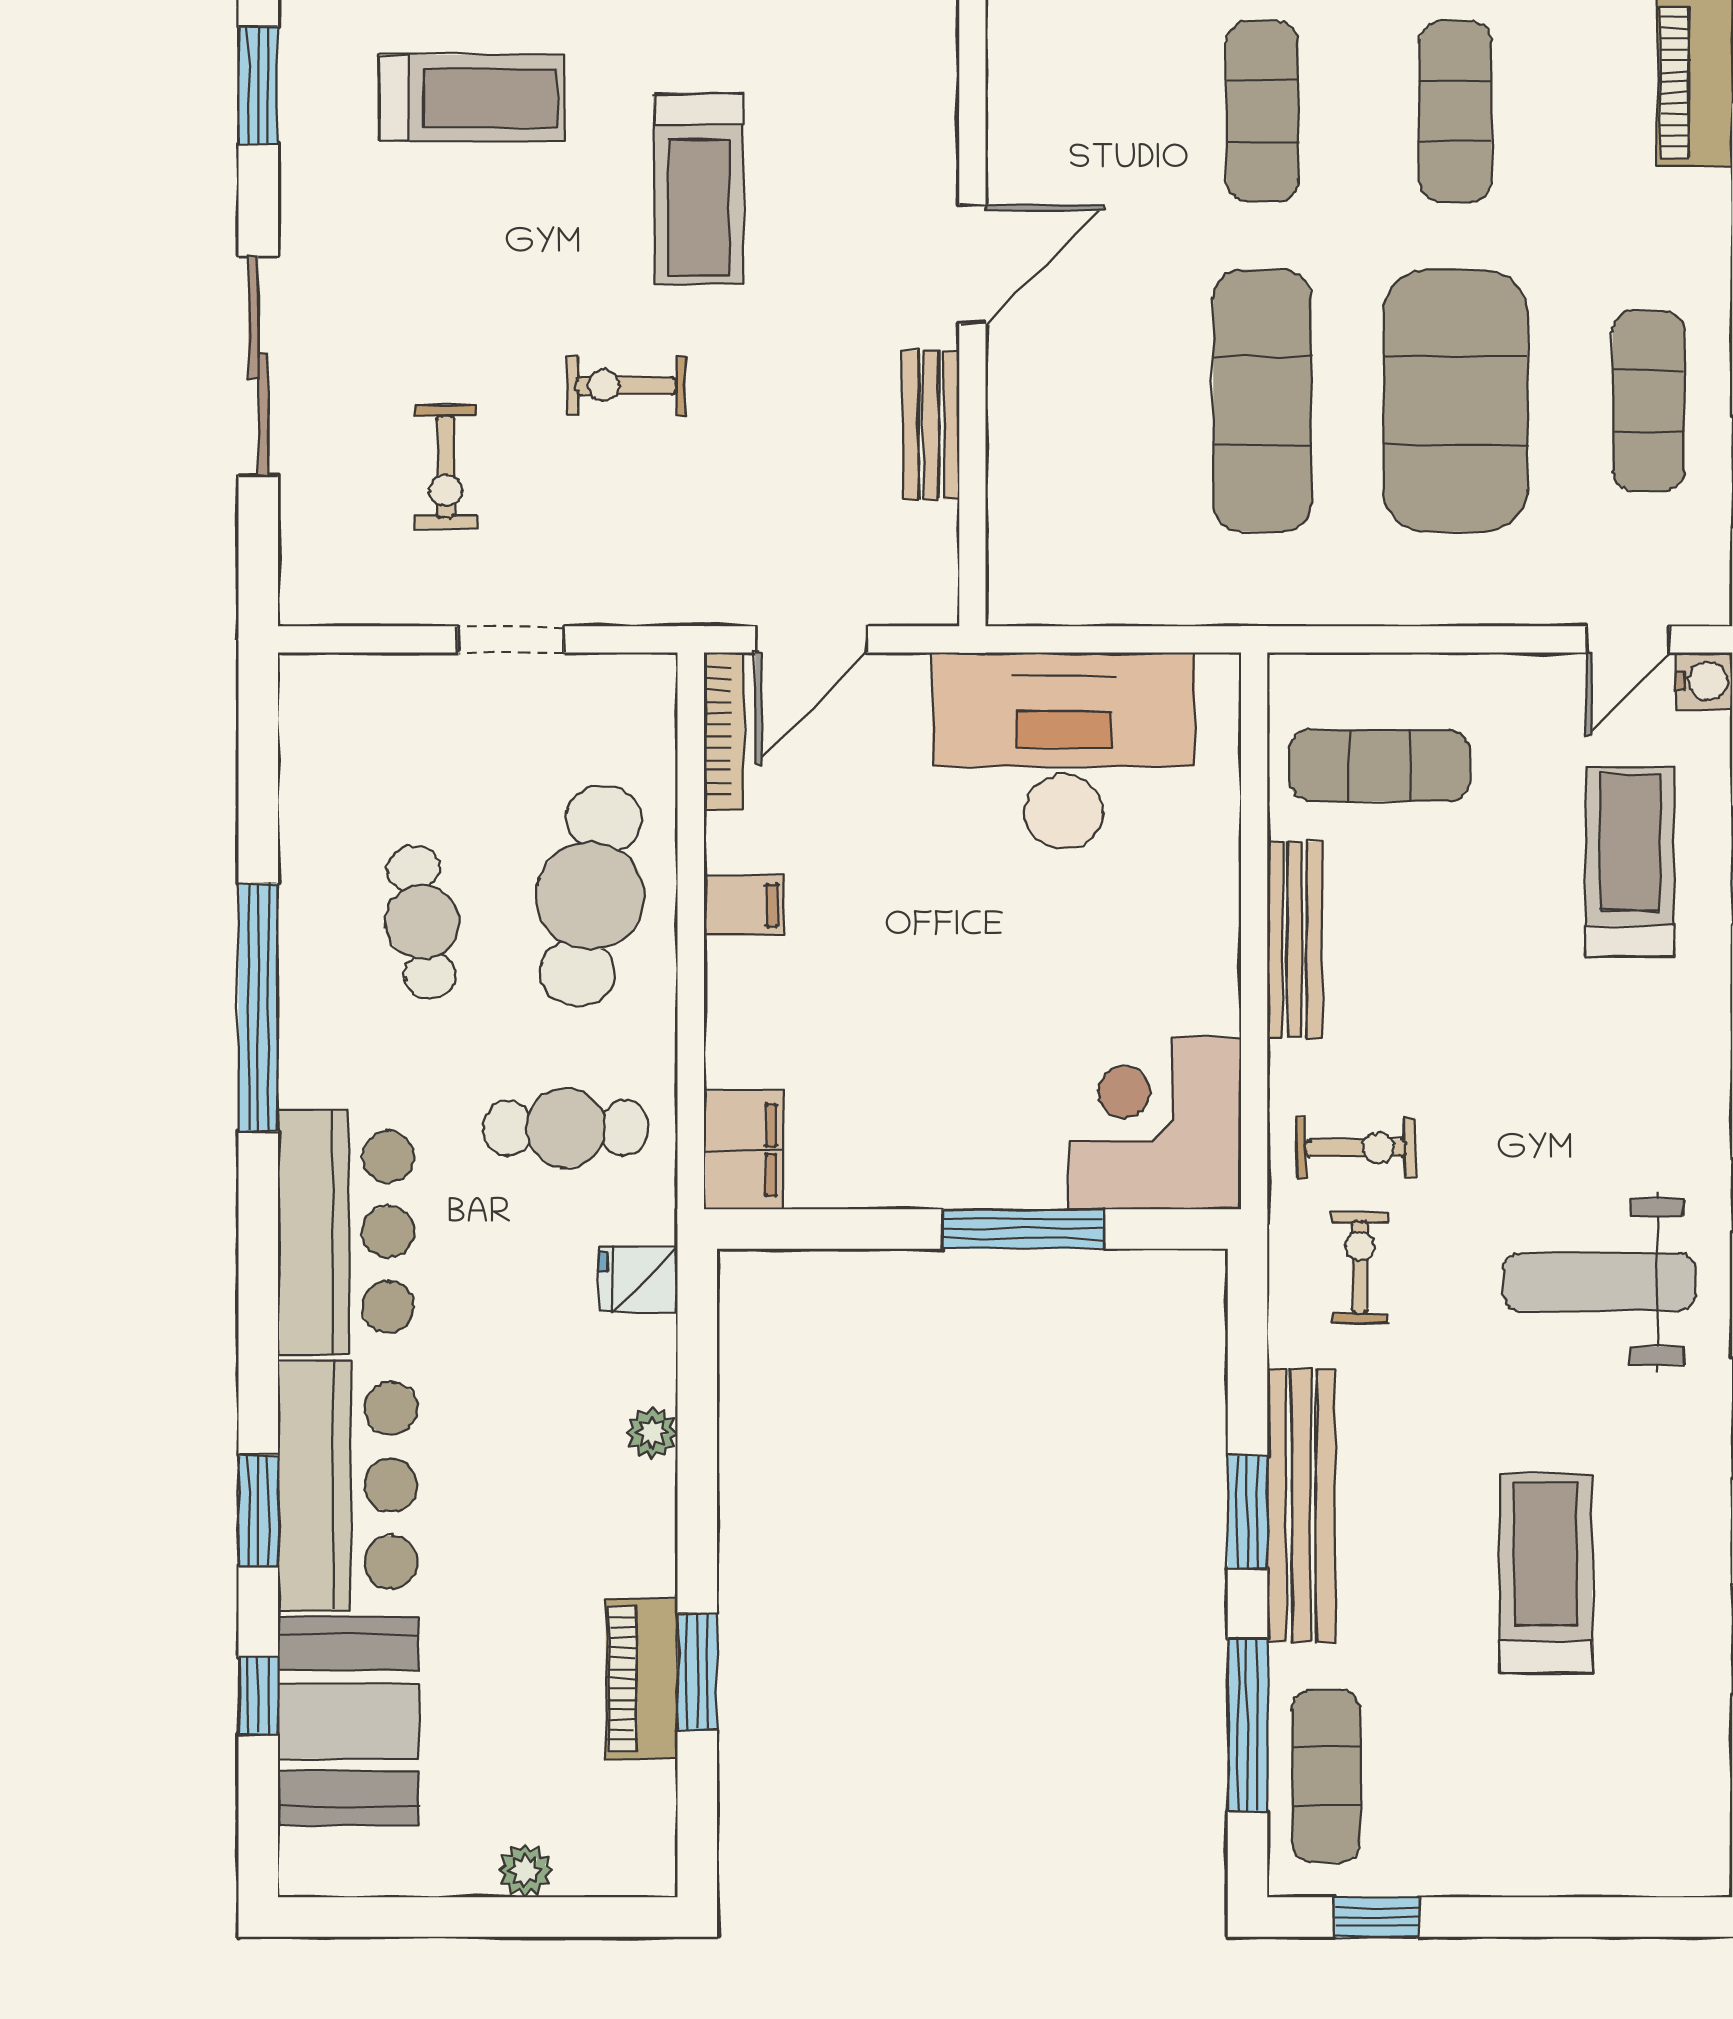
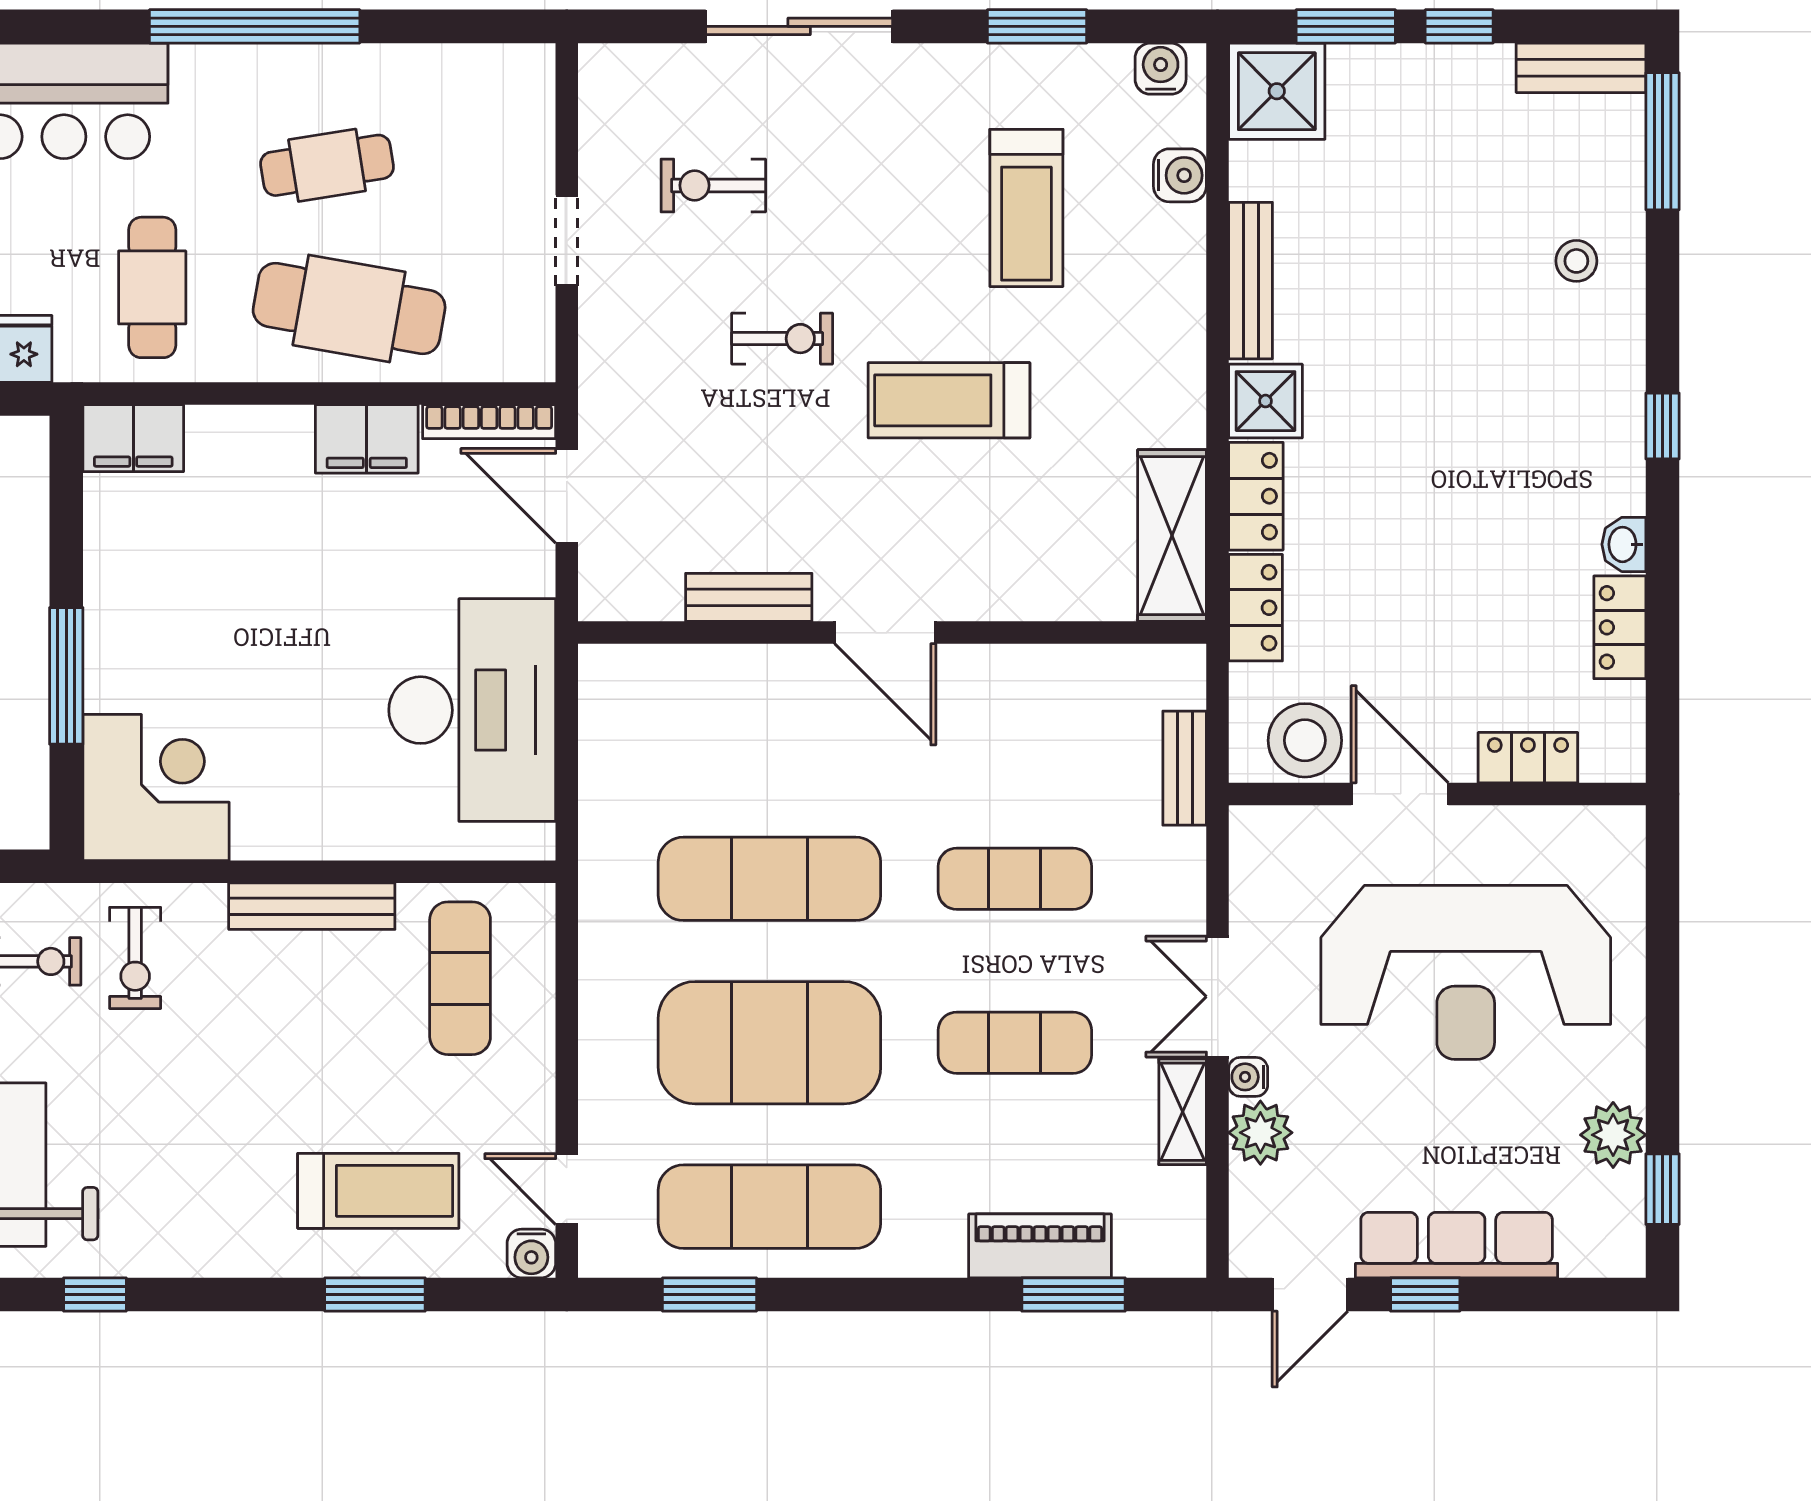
exercise bike: (626, 386) -> (782, 339), turned 90
exercise mat: (1649, 401) -> (769, 1207), width x1.36, depth x1.45
filing cabinet: (744, 905) -> (367, 439), width x2.00

